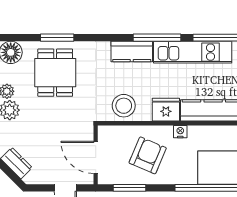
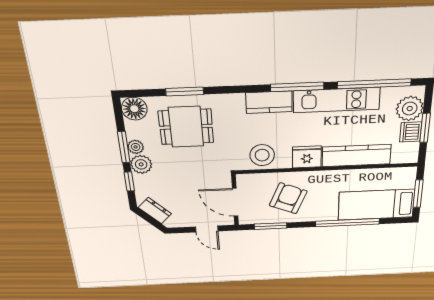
dining table: (55, 73) -> (186, 127), turned 90
nightstand: (180, 132) -> (322, 176), removed

